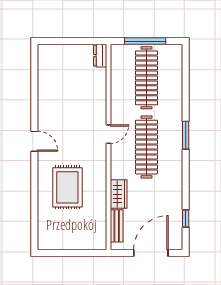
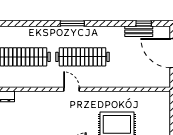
wardrobe: (119, 194) -> (123, 81), removed
bench: (117, 226) -> (139, 31), moved

